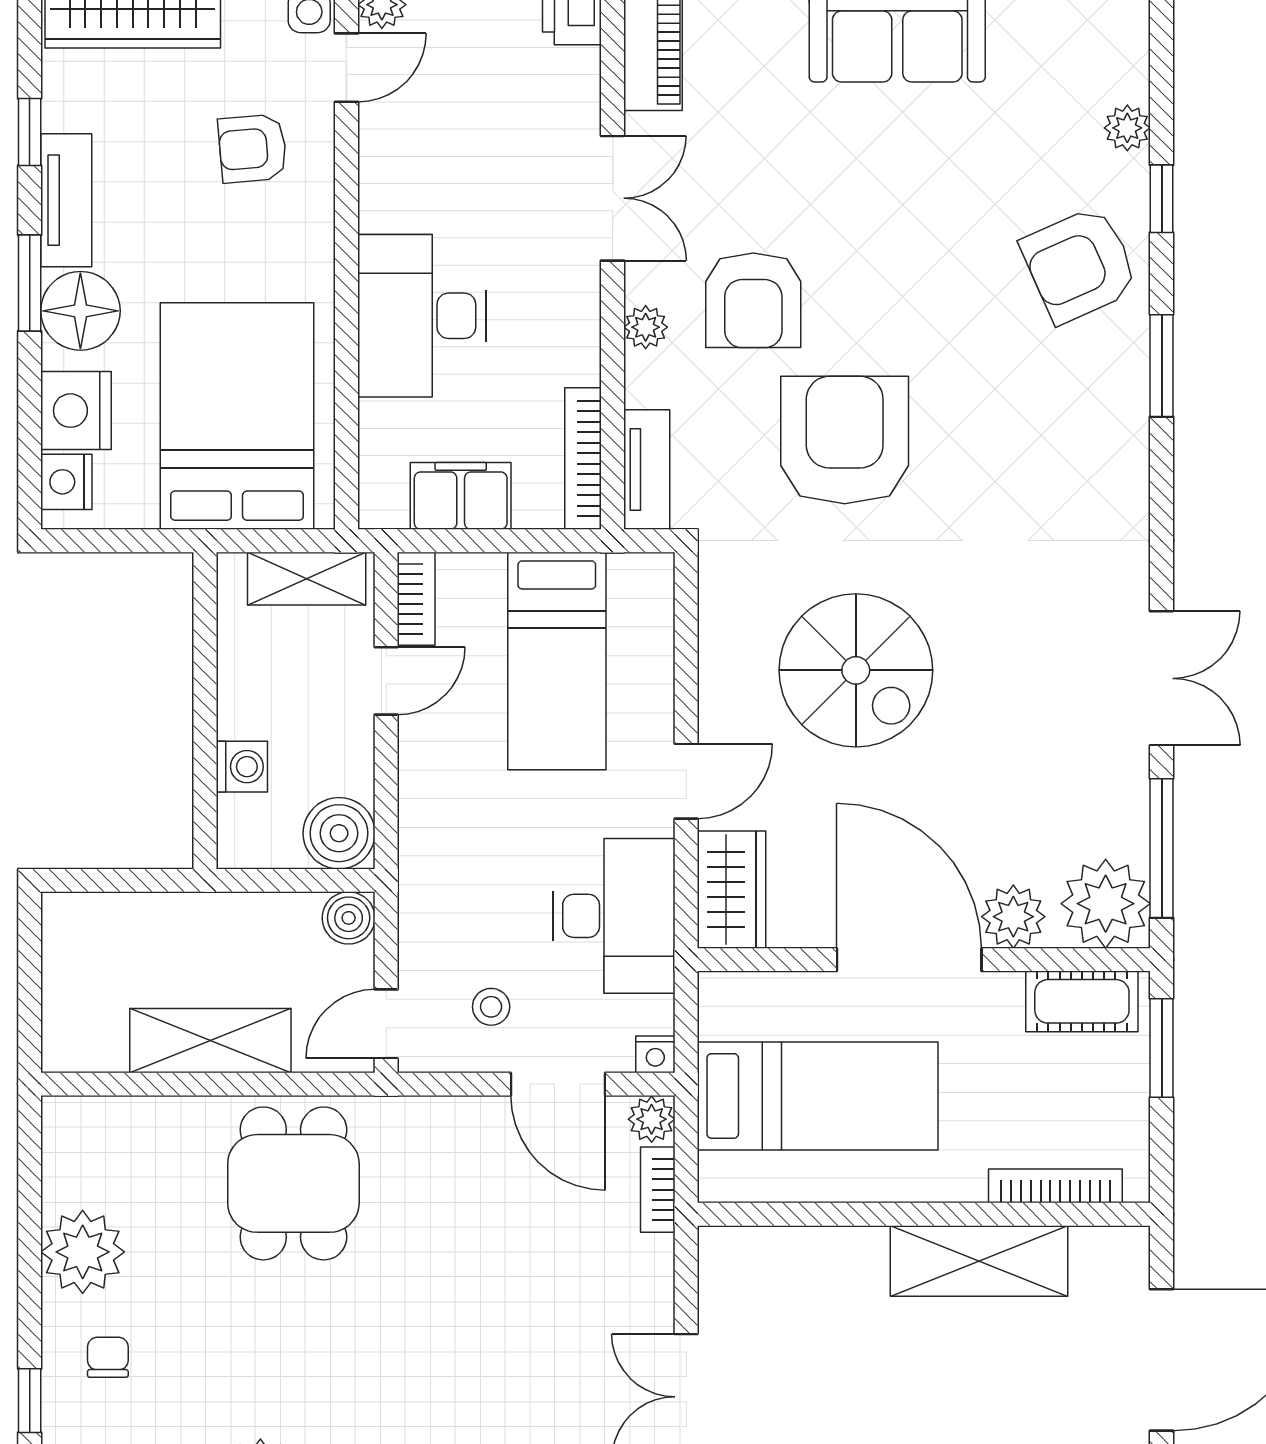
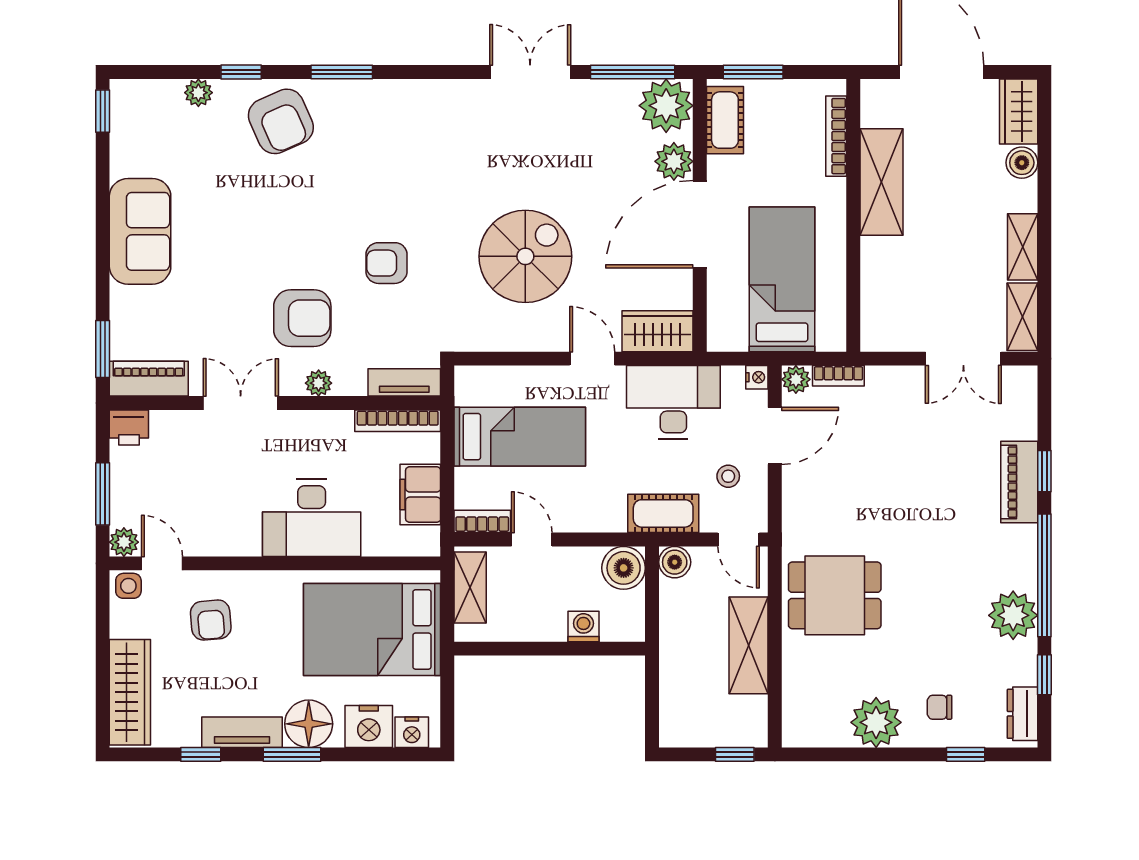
armchair: (845, 440) -> (387, 263), width x0.53, depth x0.53
cot: (429, 899) -> (663, 513), added
window: (30, 1018) -> (735, 754), added

